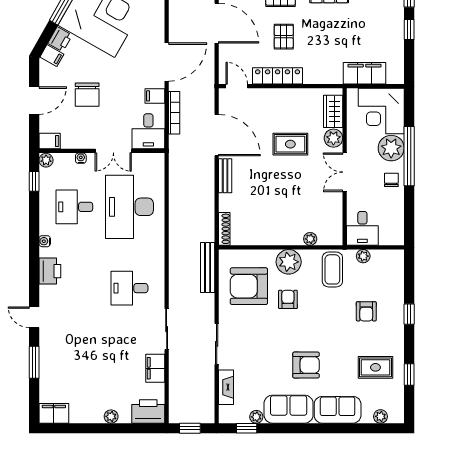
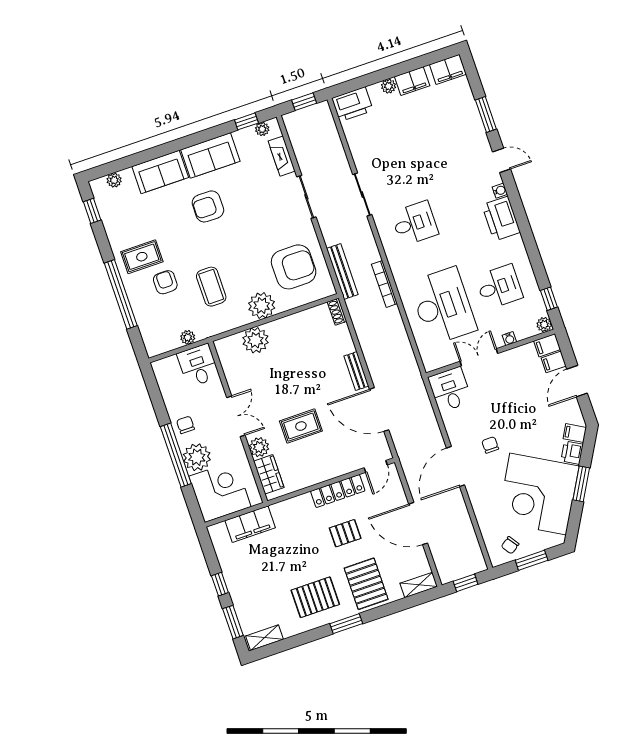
pallet: (284, 37) -> (345, 533), turned 90
door: (237, 86) -> (376, 466), hinge flipped
chair: (87, 95) -> (490, 445), moved, width x0.54, depth x0.54
filing cabinet: (155, 96) -> (554, 362), moved, turned 180
bookcase: (174, 113) -> (384, 284), moved
chair: (391, 180) -> (185, 425), turned 180
shoe rack: (224, 229) -> (337, 312), width x0.70
plant: (310, 239) -> (255, 340), width x1.87, depth x1.87
water cooler: (45, 241) -> (500, 191), moved
coffee table: (332, 269) -> (211, 287), moved
printer: (50, 271) -> (501, 219), width x1.37, depth x1.19
armchair: (288, 299) -> (249, 267), removed
window: (409, 314) -> (121, 294), width x3.17
rug: (375, 367) -> (142, 257), moved
filing cabinet: (155, 368) -> (412, 81), moved, turned 90
window: (409, 375) -> (92, 211), moved
plant: (256, 417) -> (262, 129), moved

